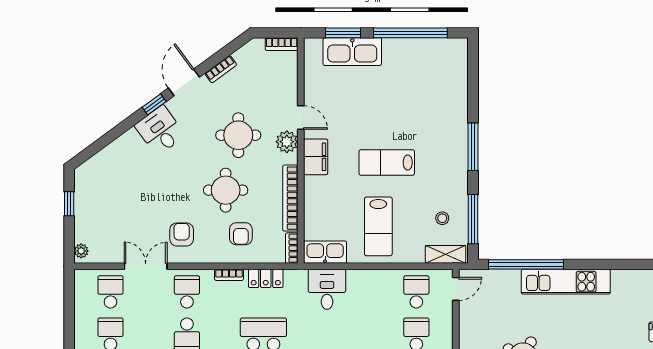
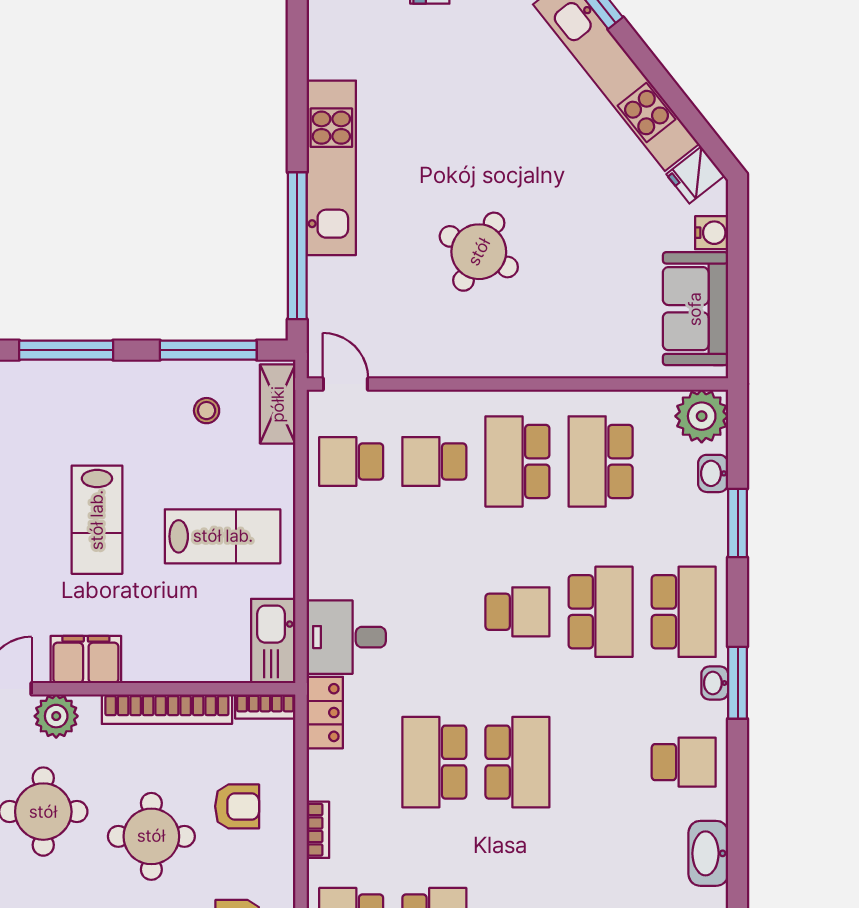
locker: (266, 278) -> (325, 713), moved

